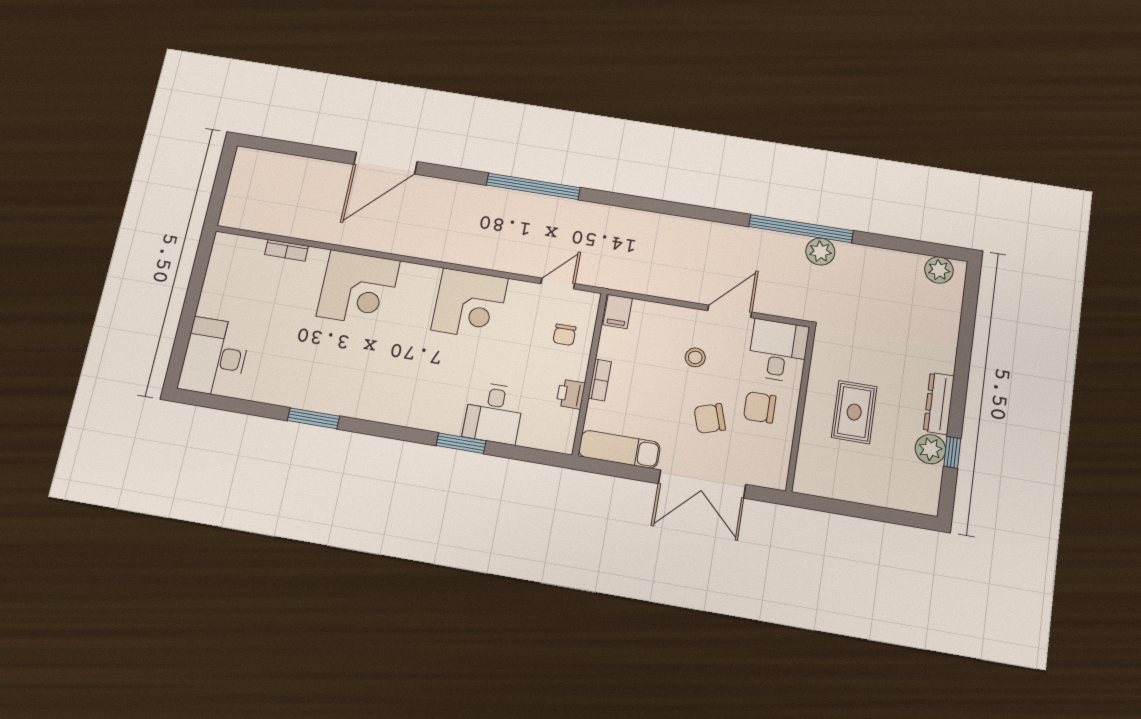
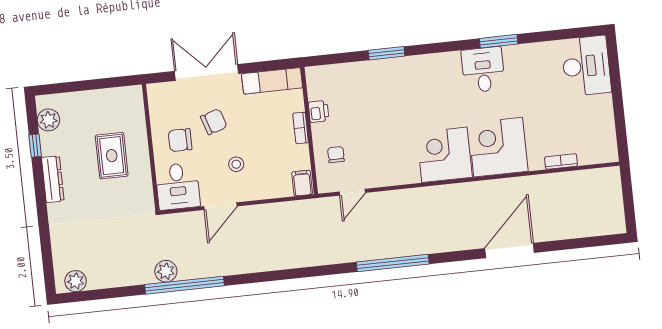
corner desk: (470, 304) -> (444, 155), moved
chair: (760, 407) -> (180, 140), turned 180
desk: (494, 413) -> (483, 70), moved
plant: (930, 449) -> (49, 120), moved

